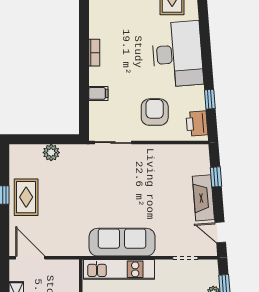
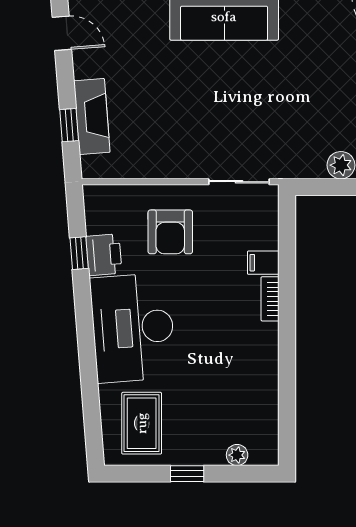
bookcase: (94, 53) -> (270, 299), moved
printer: (197, 124) -> (104, 255), moved
fireplace: (203, 198) -> (92, 116), moved

